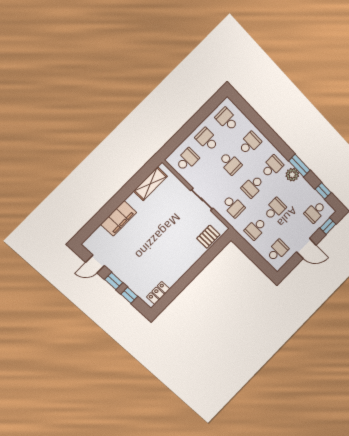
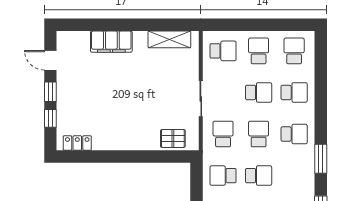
school desk: (230, 163) -> (259, 92), turned -90
plant: (292, 175) -> (306, 160), removed
school desk: (253, 186) -> (259, 134), turned 90
school desk: (233, 206) -> (223, 134), turned 180

